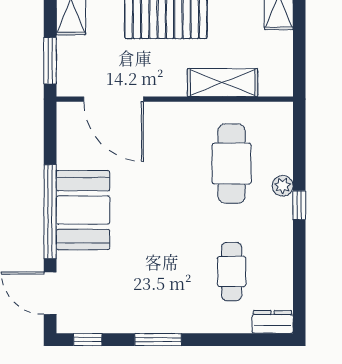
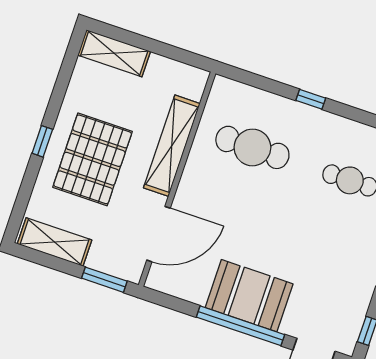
shelving: (223, 83) -> (172, 146), width x1.47
plant: (283, 186) -> (288, 108), removed

